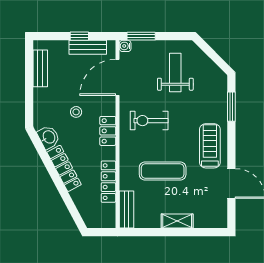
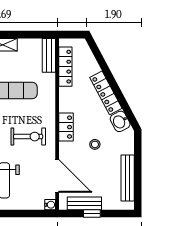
window: (141, 36) -> (35, 214), removed
bench: (40, 68) -> (128, 178), width x1.36
door: (117, 77) -> (57, 176), hinge flipped
locker: (108, 182) -> (65, 67), moved

